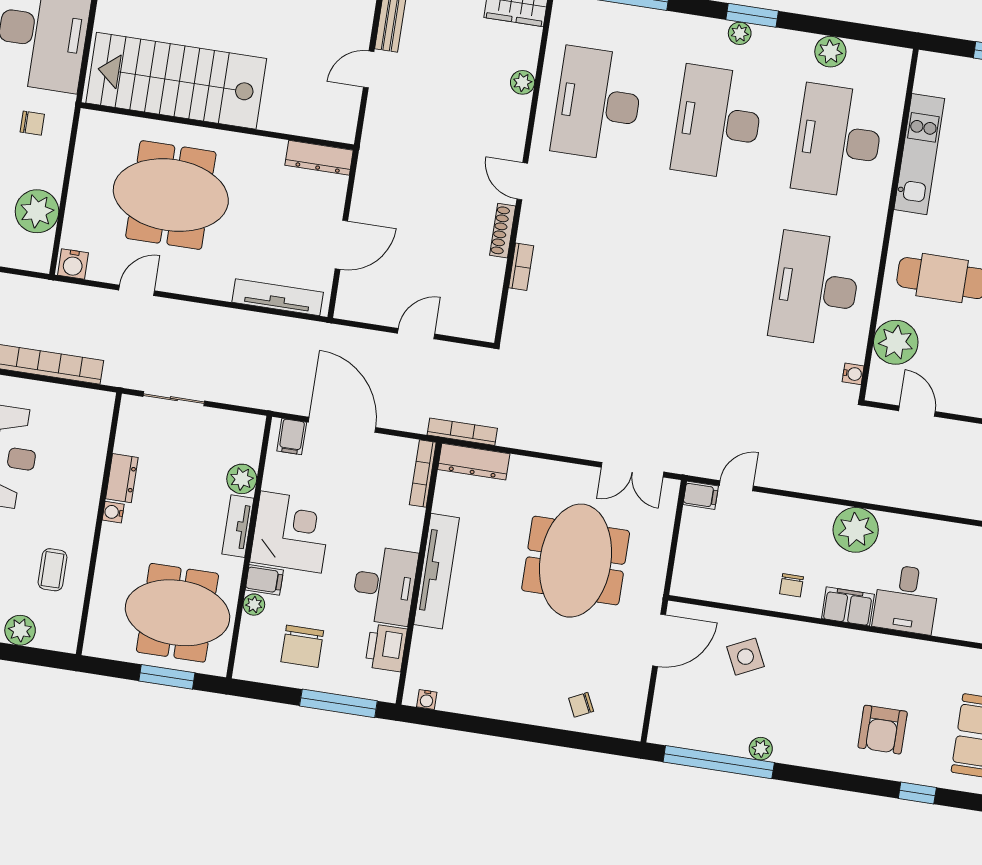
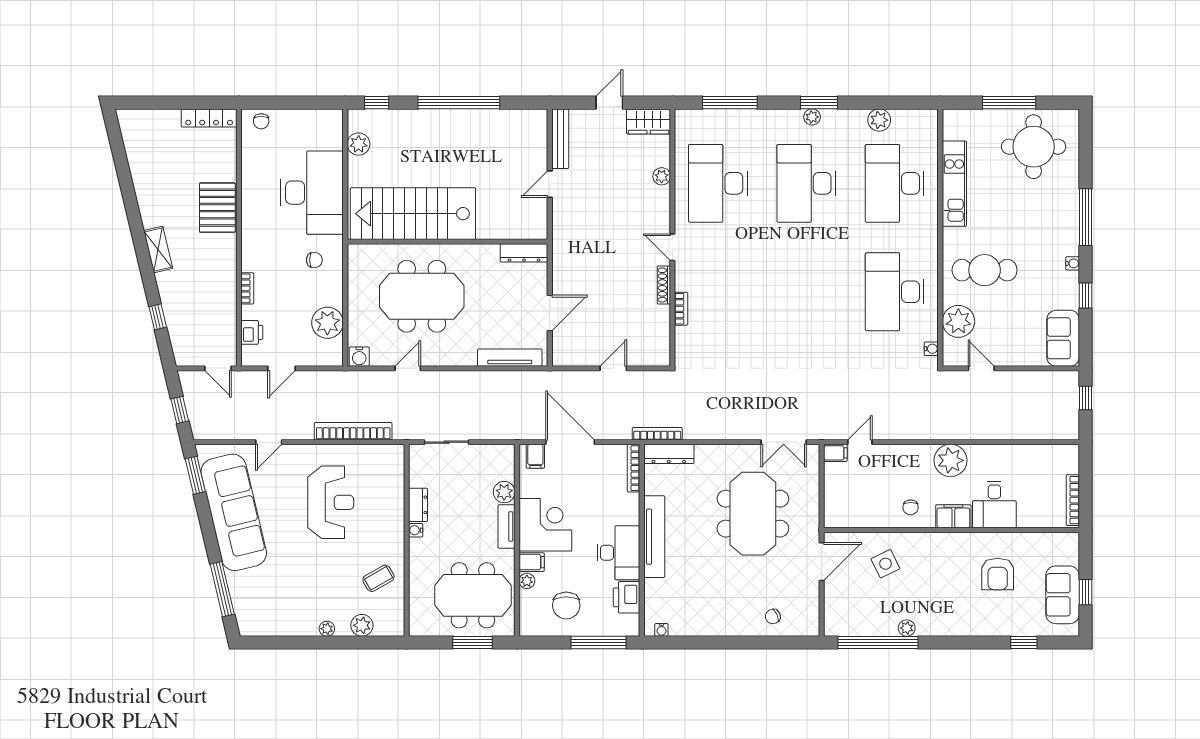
coffee table: (52, 570) -> (378, 578), turned 60
armchair: (883, 730) -> (998, 574), moved

